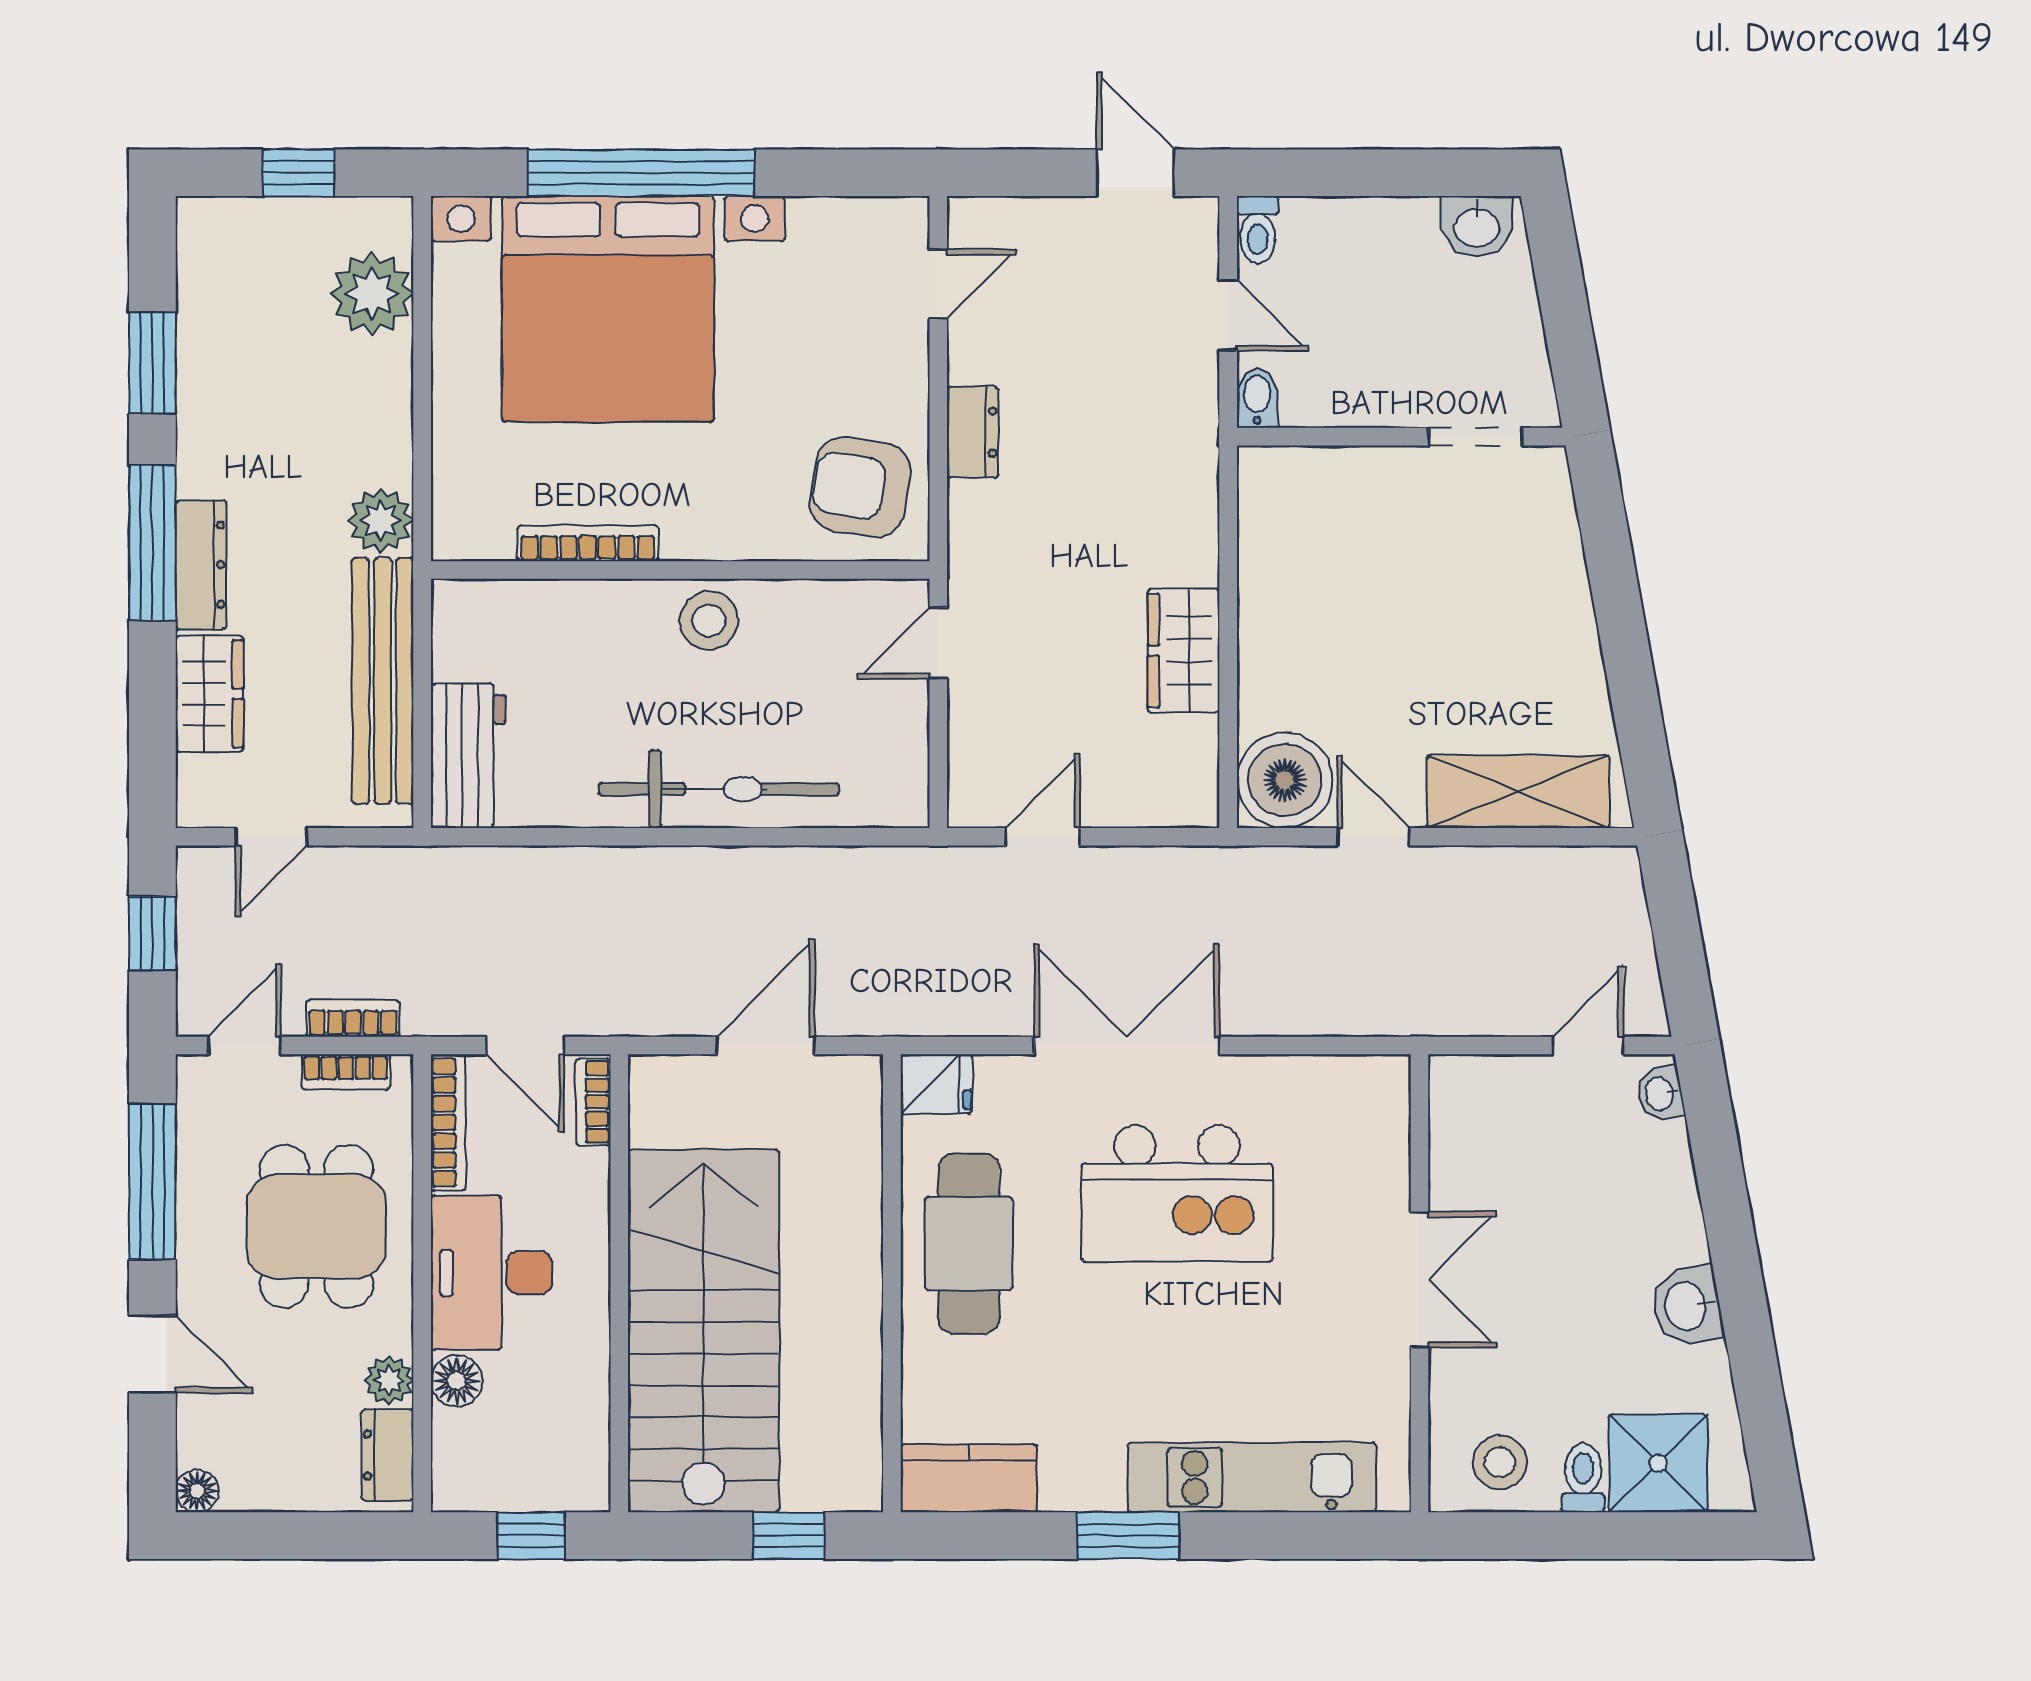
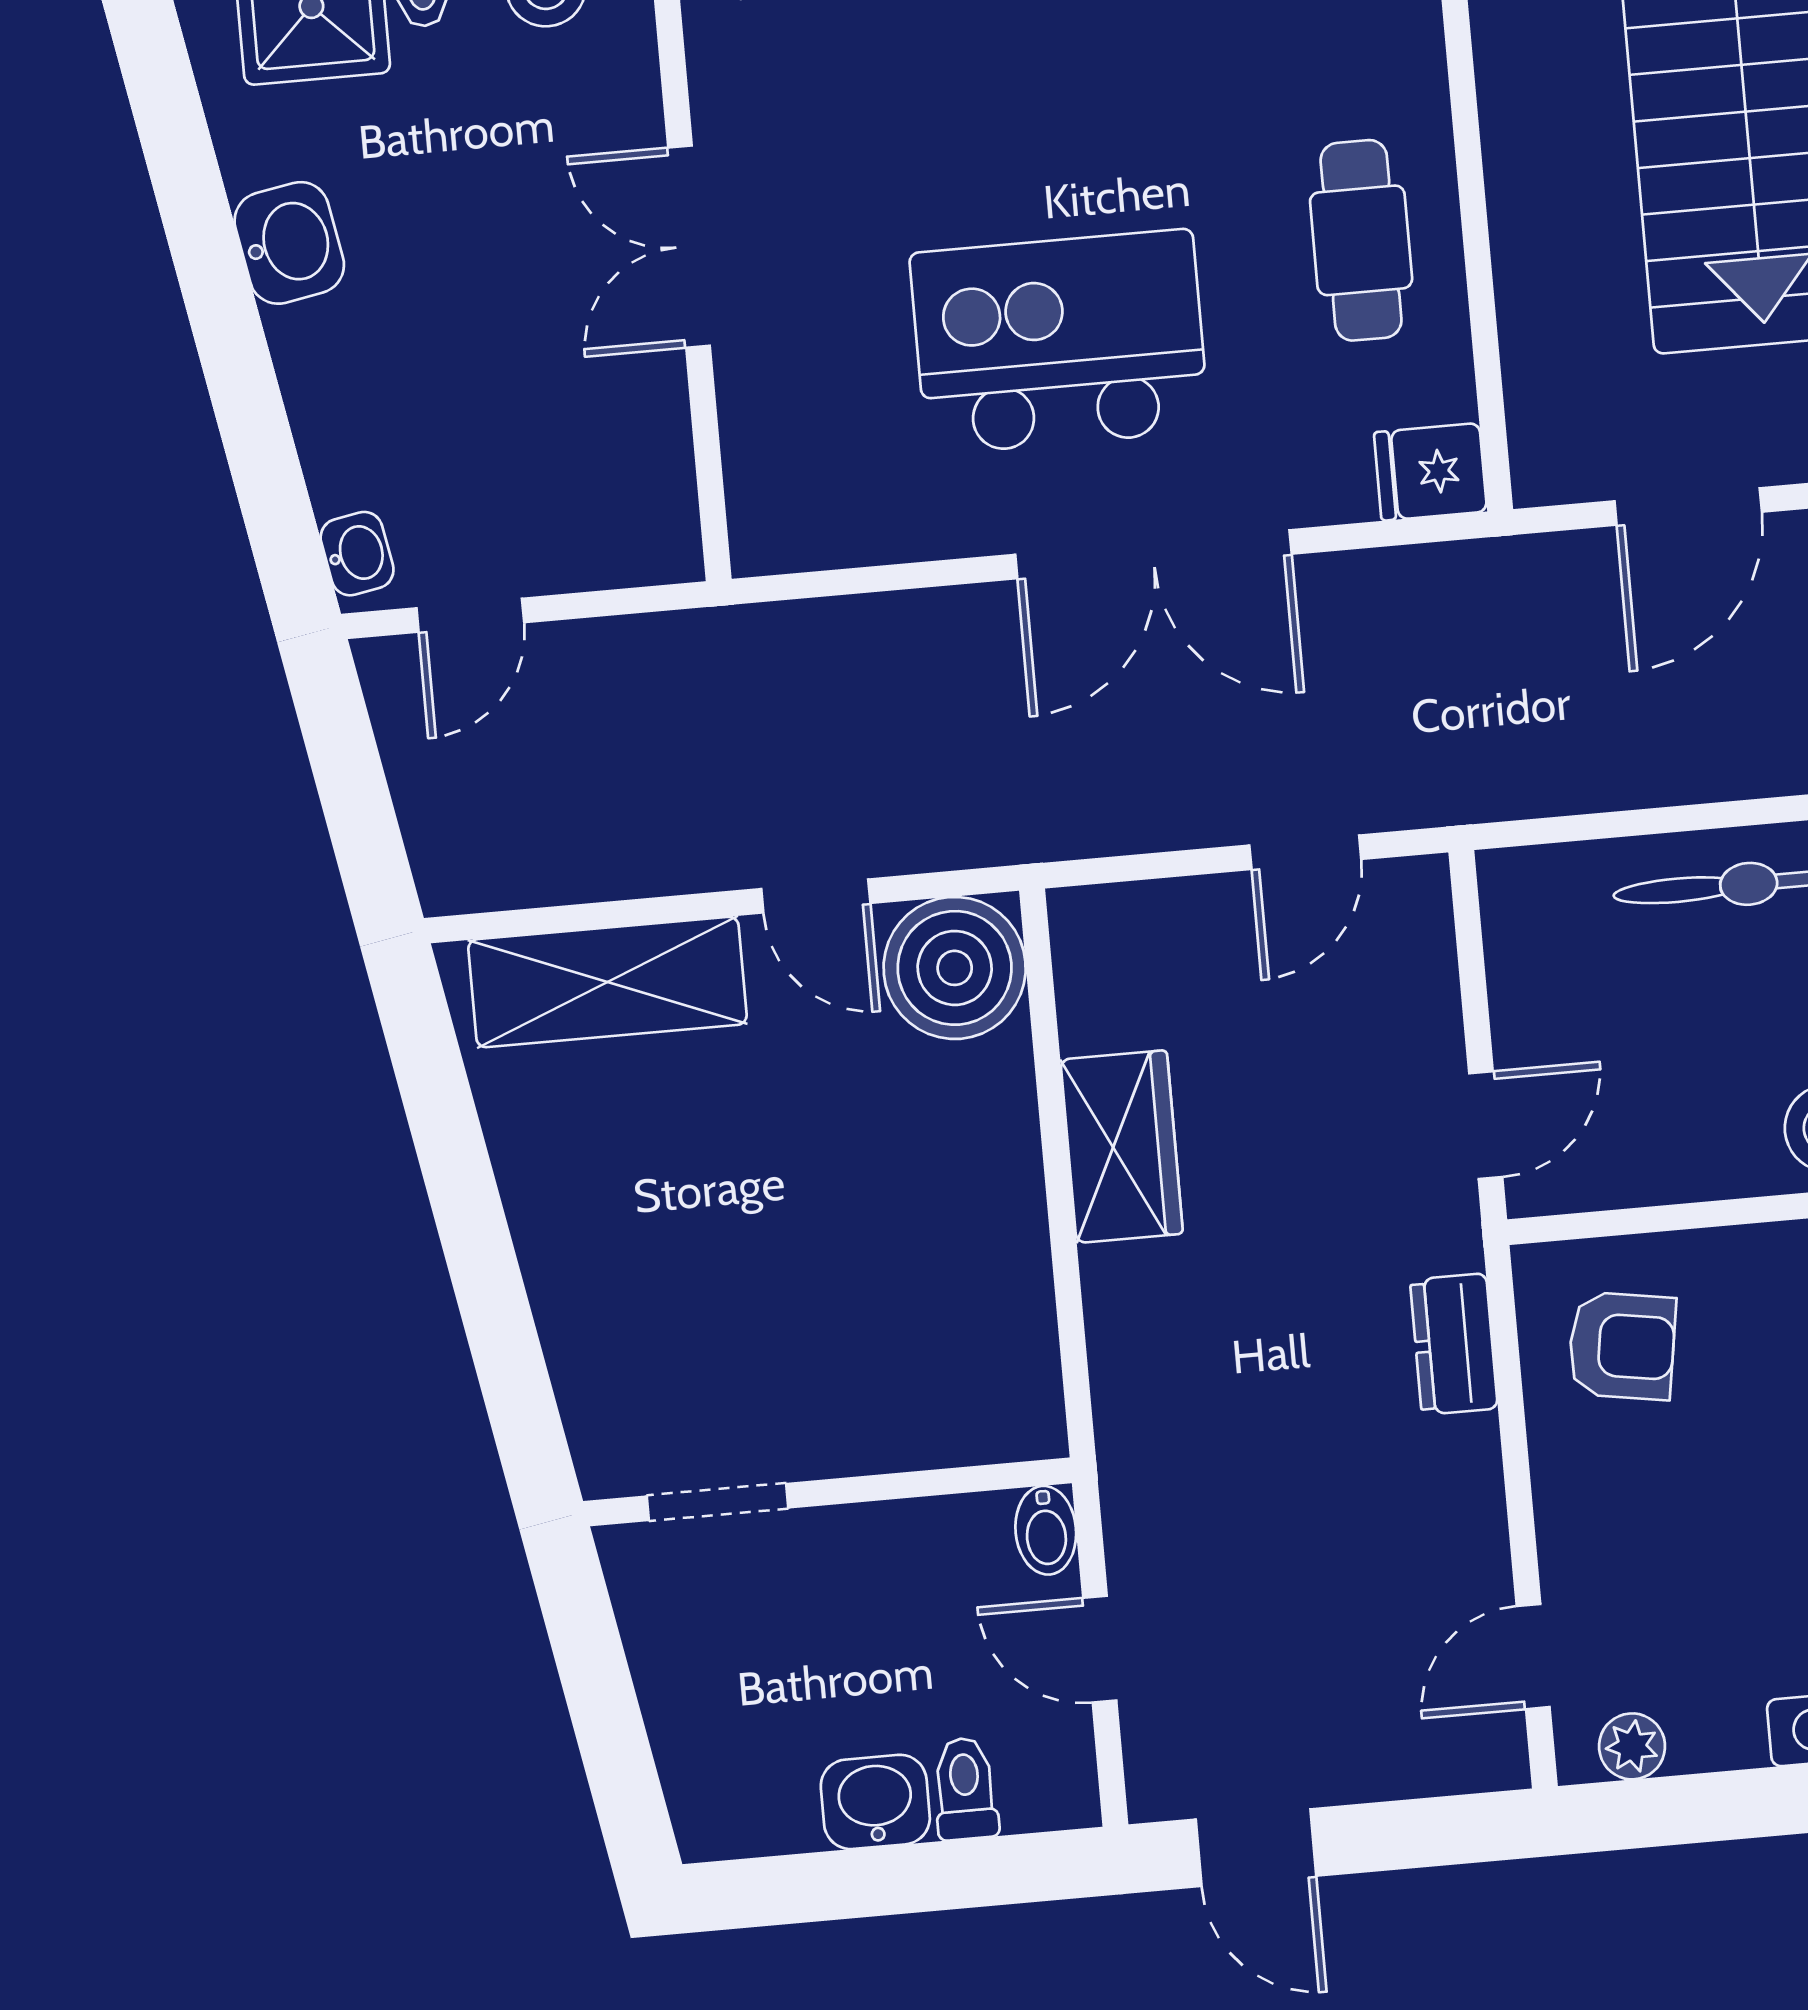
plant: (877, 218) -> (1632, 1746), added
washbasin: (1477, 226) -> (875, 1802), moved
toilet: (1258, 230) -> (965, 1789), moved
dresser: (973, 432) -> (1454, 1344), moved
armchair: (860, 487) -> (1622, 1346), width x0.72, depth x0.72
cafe table: (969, 1243) -> (1361, 240), width x0.73, depth x0.74

